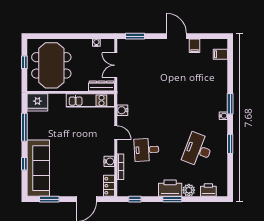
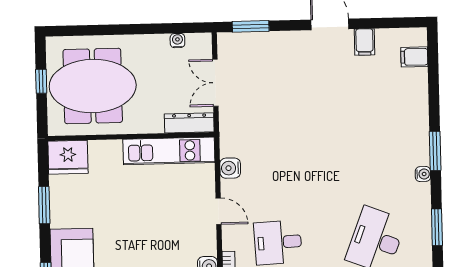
meeting table: (51, 65) -> (93, 86), turned 90
window: (24, 127) -> (44, 205), width x0.69

